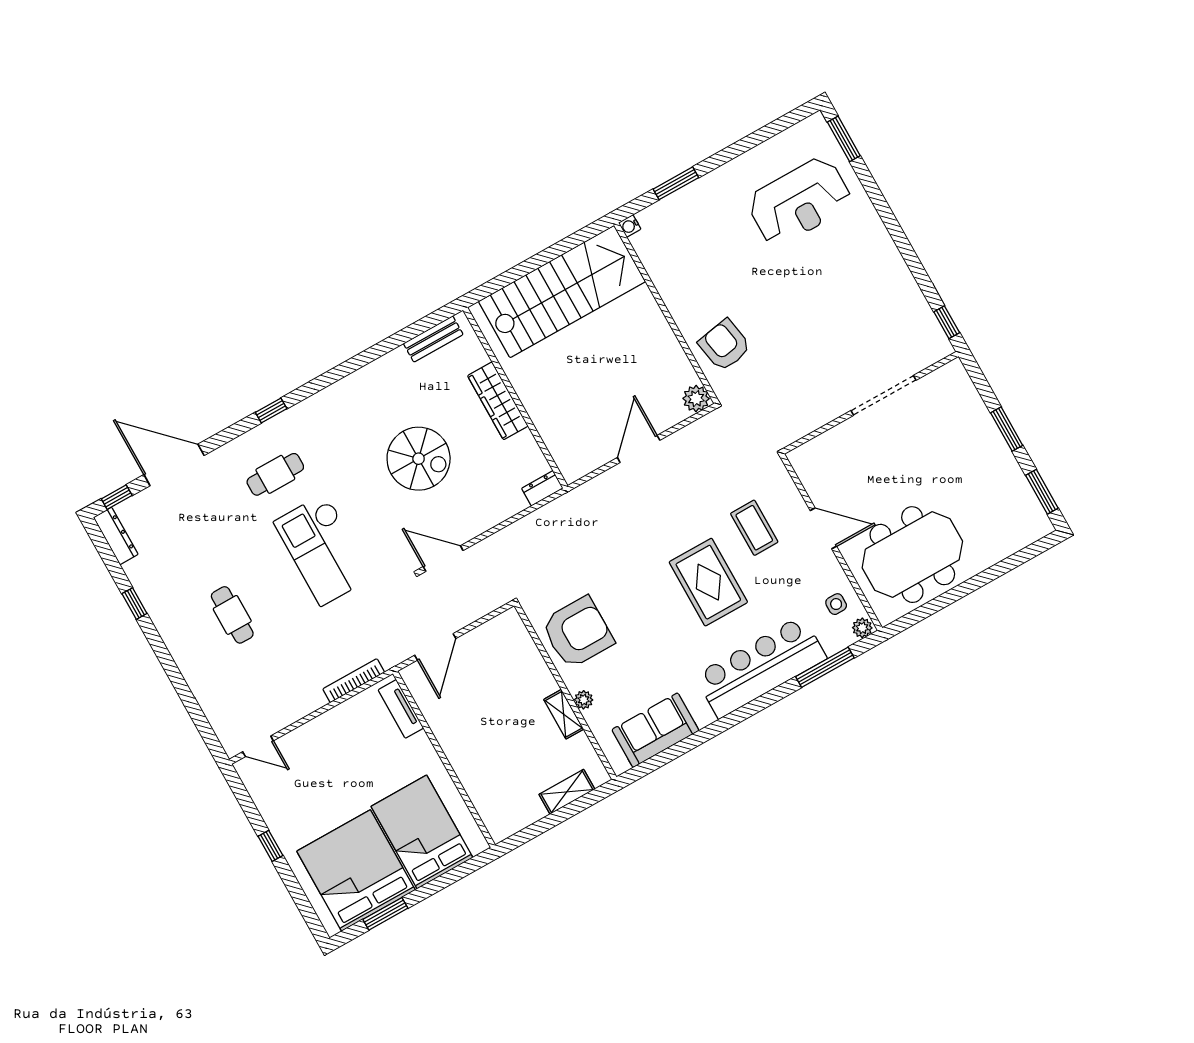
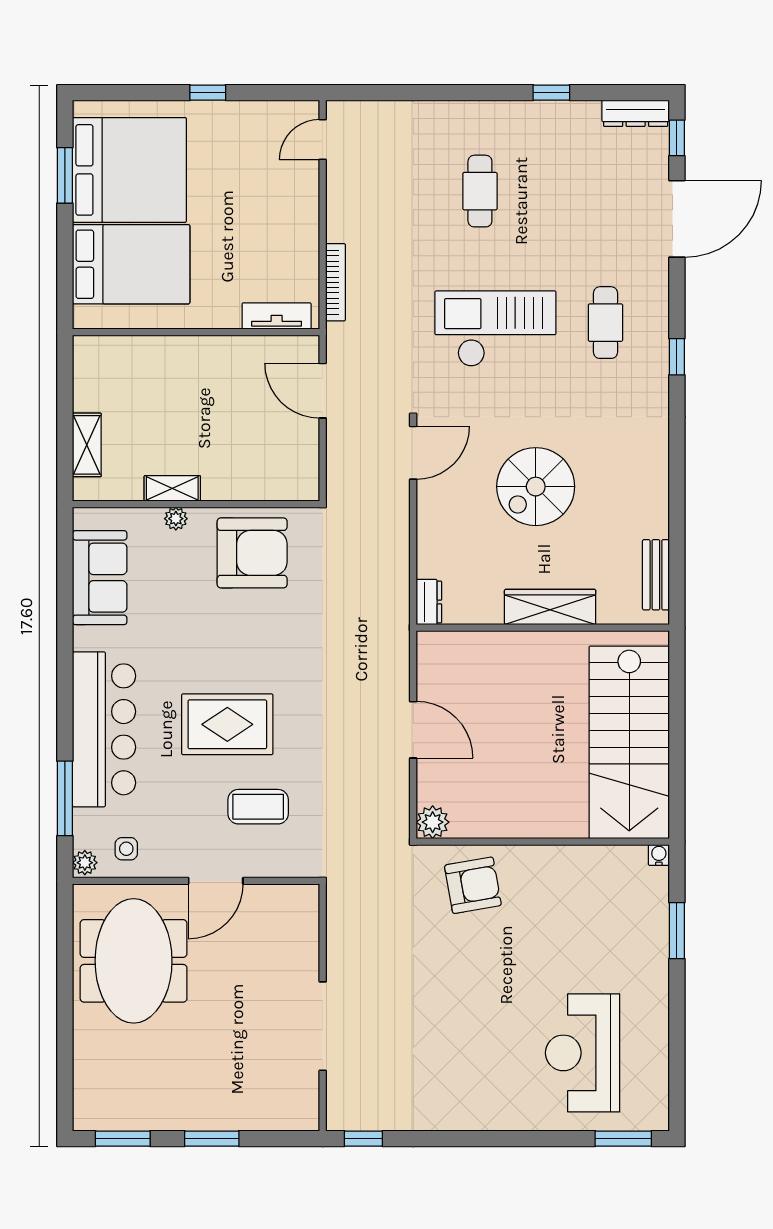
cafe table: (232, 615) -> (480, 191), turned 90
armchair: (578, 632) -> (252, 553), turned -90

